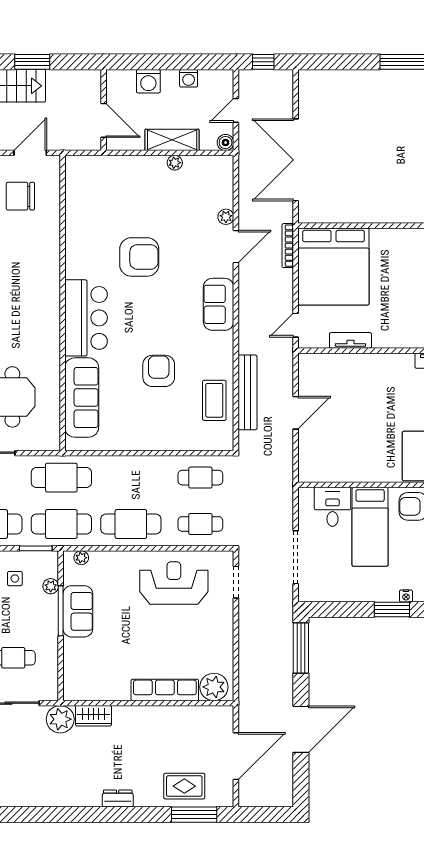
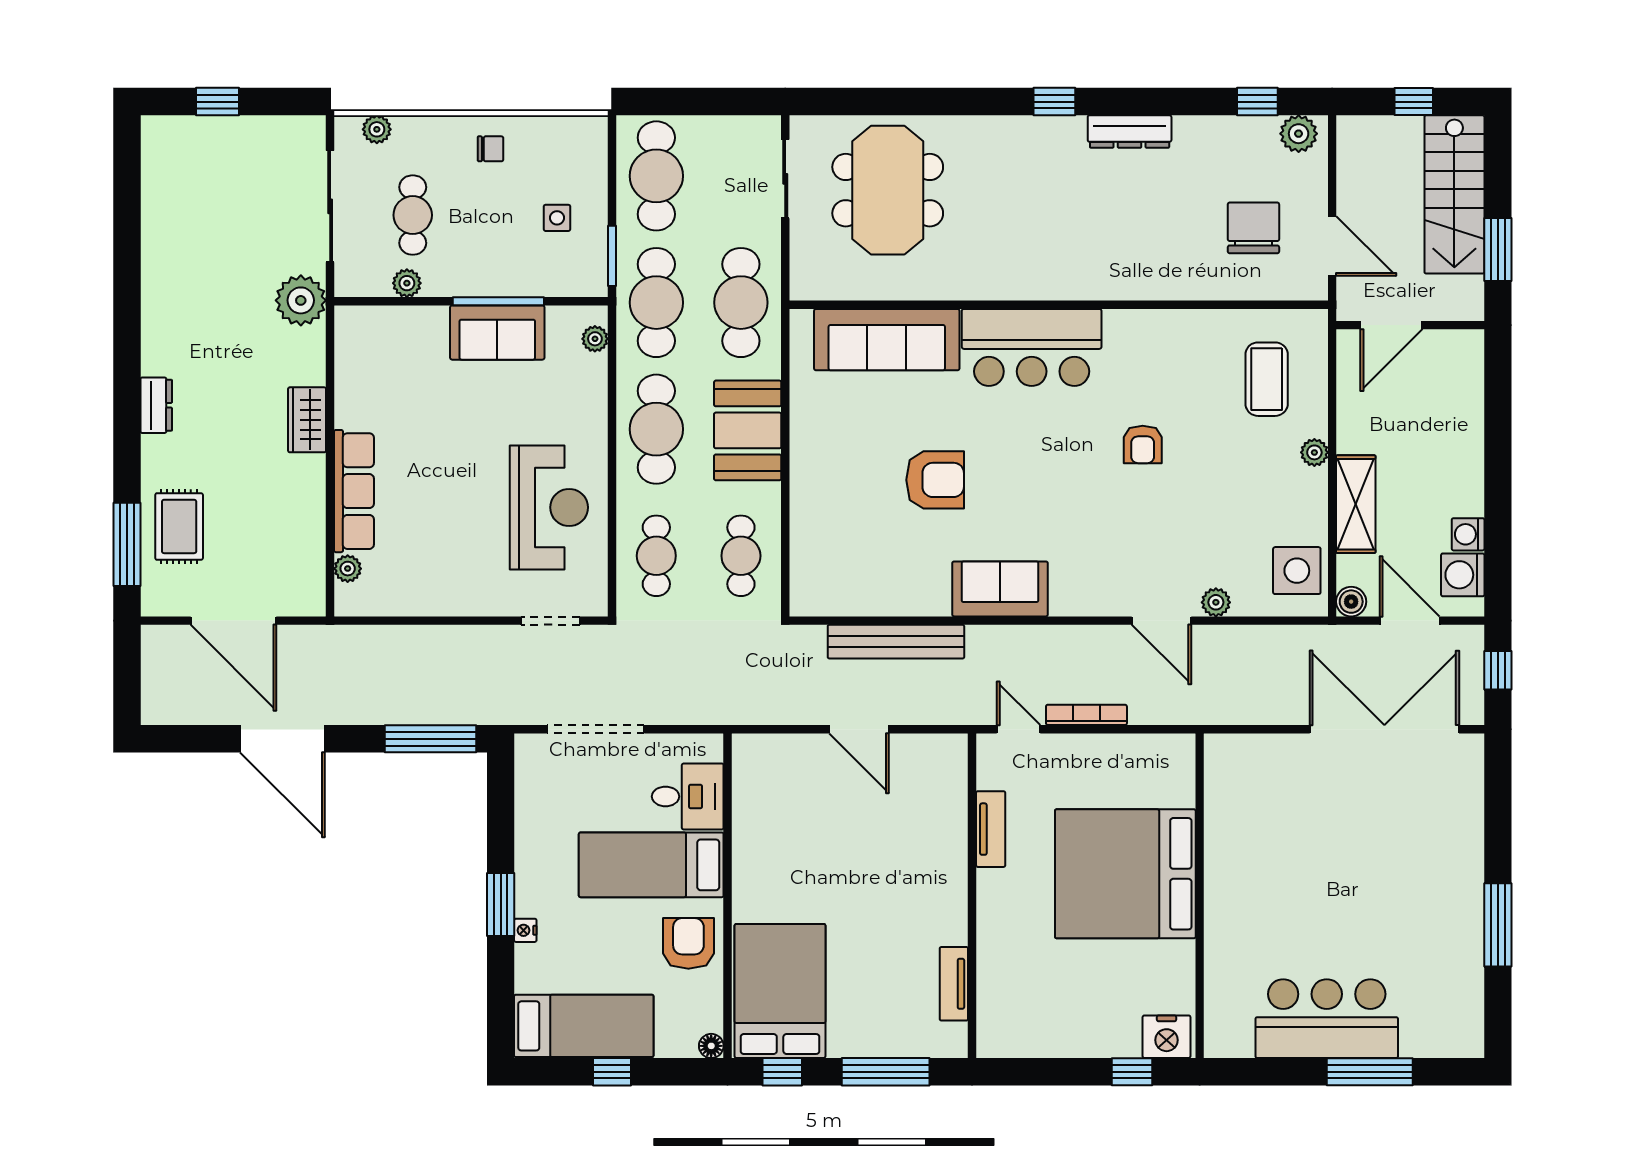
washing machine: (148, 81) -> (1463, 575), moved
wall: (104, 110) -> (1410, 325), moved
door: (236, 110) -> (1410, 621), width x1.37
door: (104, 120) -> (1391, 325), moved
double door: (296, 160) -> (1384, 729), moved
plant: (175, 163) -> (1314, 452), moved
side table: (209, 172) -> (1297, 571), added
bookcase: (288, 246) -> (1086, 715), moved
armchair: (139, 257) -> (1143, 444), width x0.53, depth x0.53
bed: (334, 266) -> (1125, 874), moved
sofa: (219, 304) -> (1000, 589), moved
coffee table: (214, 400) -> (1267, 379), moved, turned 90
booth: (132, 474) -> (748, 430), added
plant: (51, 586) -> (407, 283), moved
plant: (214, 687) -> (348, 569), width x0.53, depth x0.53
wardrobe: (93, 716) -> (307, 420), moved

